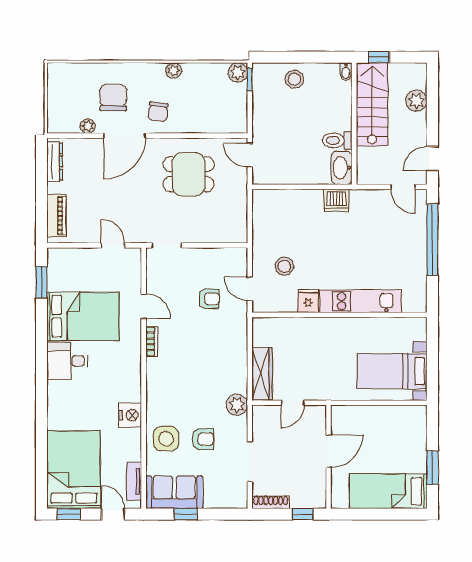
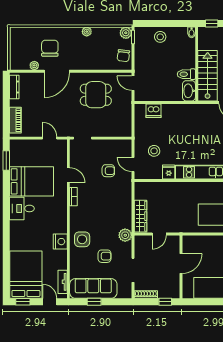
stairs: (372, 104) -> (208, 76), moved
chair: (158, 112) -> (123, 56), moved
dishwasher: (336, 200) -> (153, 111), moved
side table: (166, 439) -> (82, 239), moved
sofa: (174, 492) -> (93, 288), width x1.36

